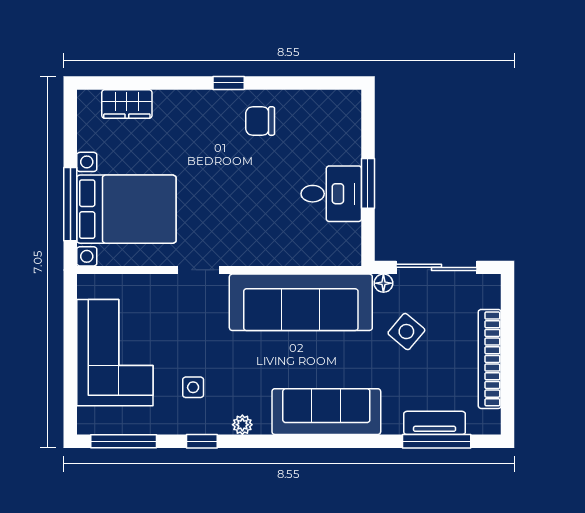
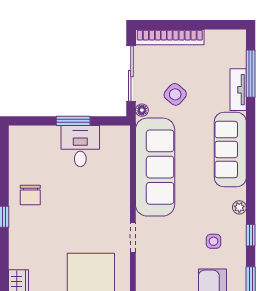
bookcase: (490, 359) -> (170, 37), moved
tv unit: (435, 423) -> (238, 90), moved

